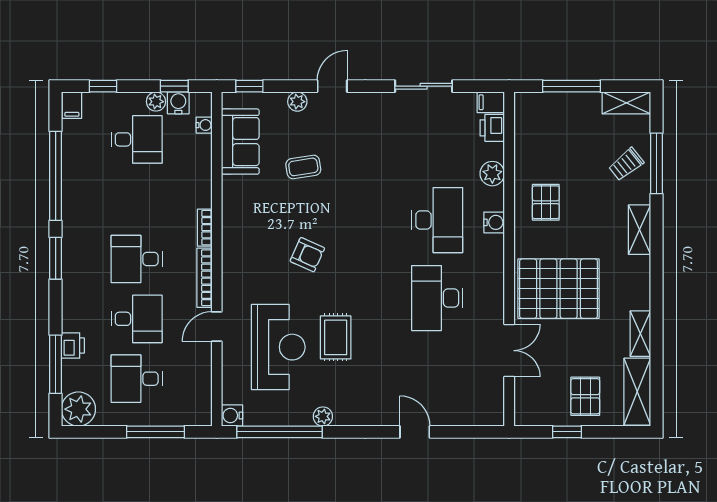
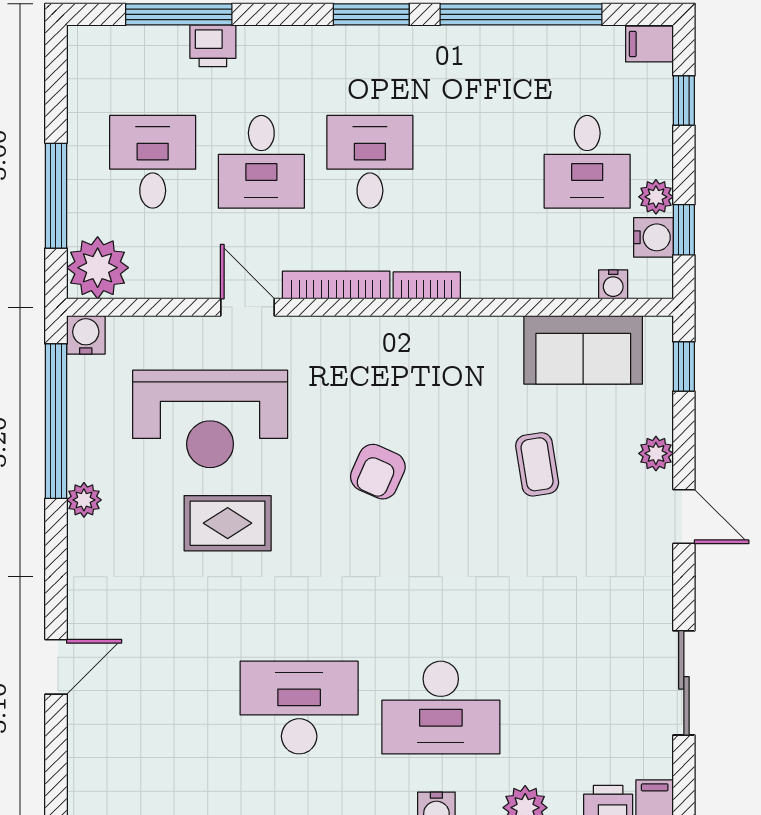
plant: (78, 409) -> (98, 268), moved

